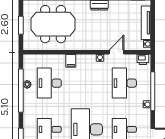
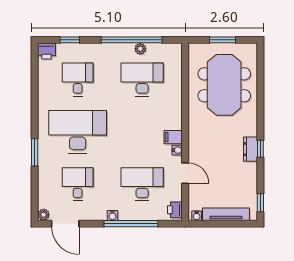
filing cabinet: (71, 61) -> (173, 137), moved

